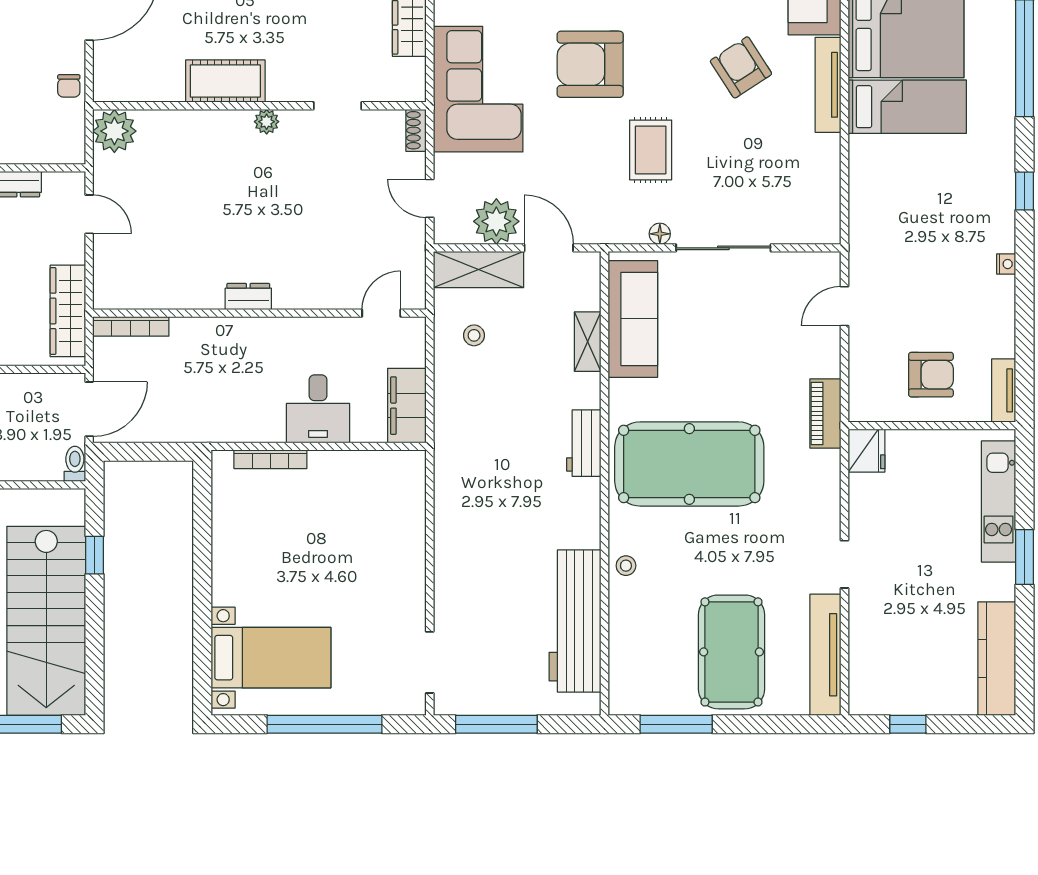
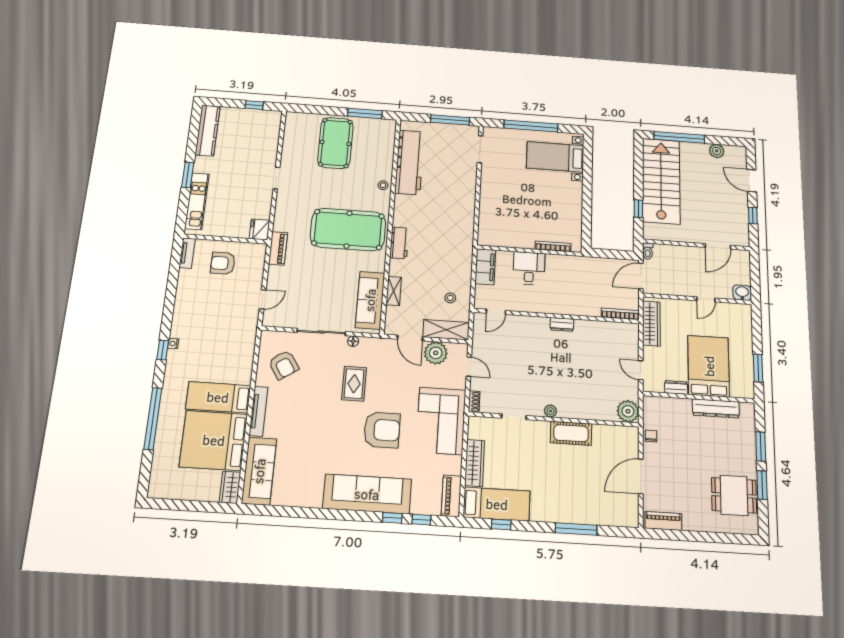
armchair: (741, 67) -> (284, 365), moved
nightstand: (1006, 264) -> (173, 344), moved
tv unit: (825, 655) -> (290, 138), removed

